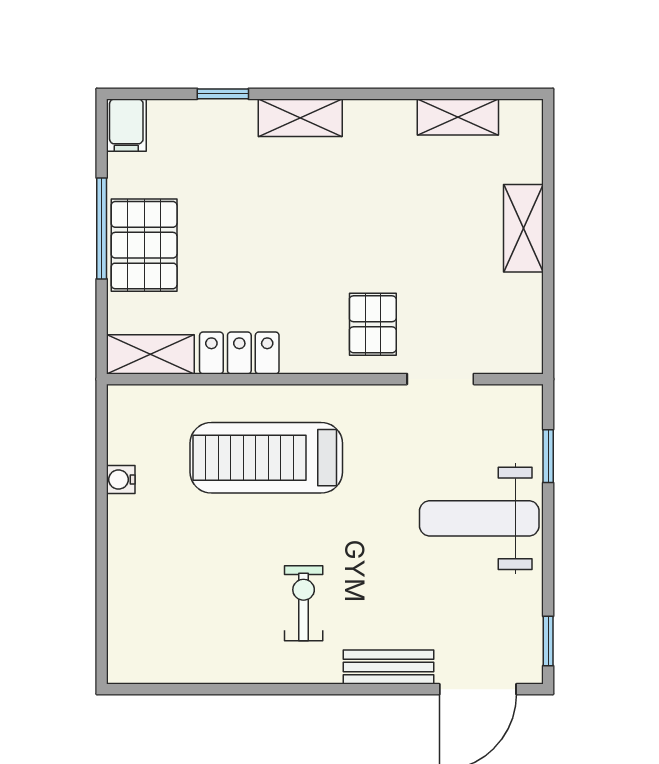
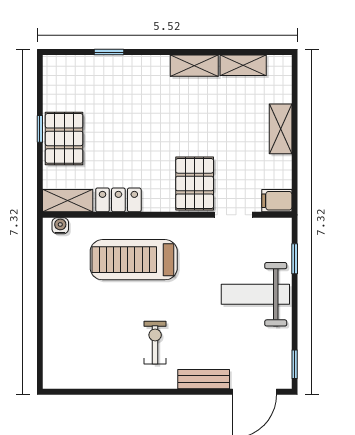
shelving: (300, 118) -> (194, 66), moved
filing cabinet: (126, 125) -> (277, 201), moved, turned 90
window: (102, 228) -> (40, 129), width x0.46
pallet: (373, 324) -> (195, 184), width x1.50, depth x1.42
water cooler: (121, 480) -> (60, 226), moved, turned 90

